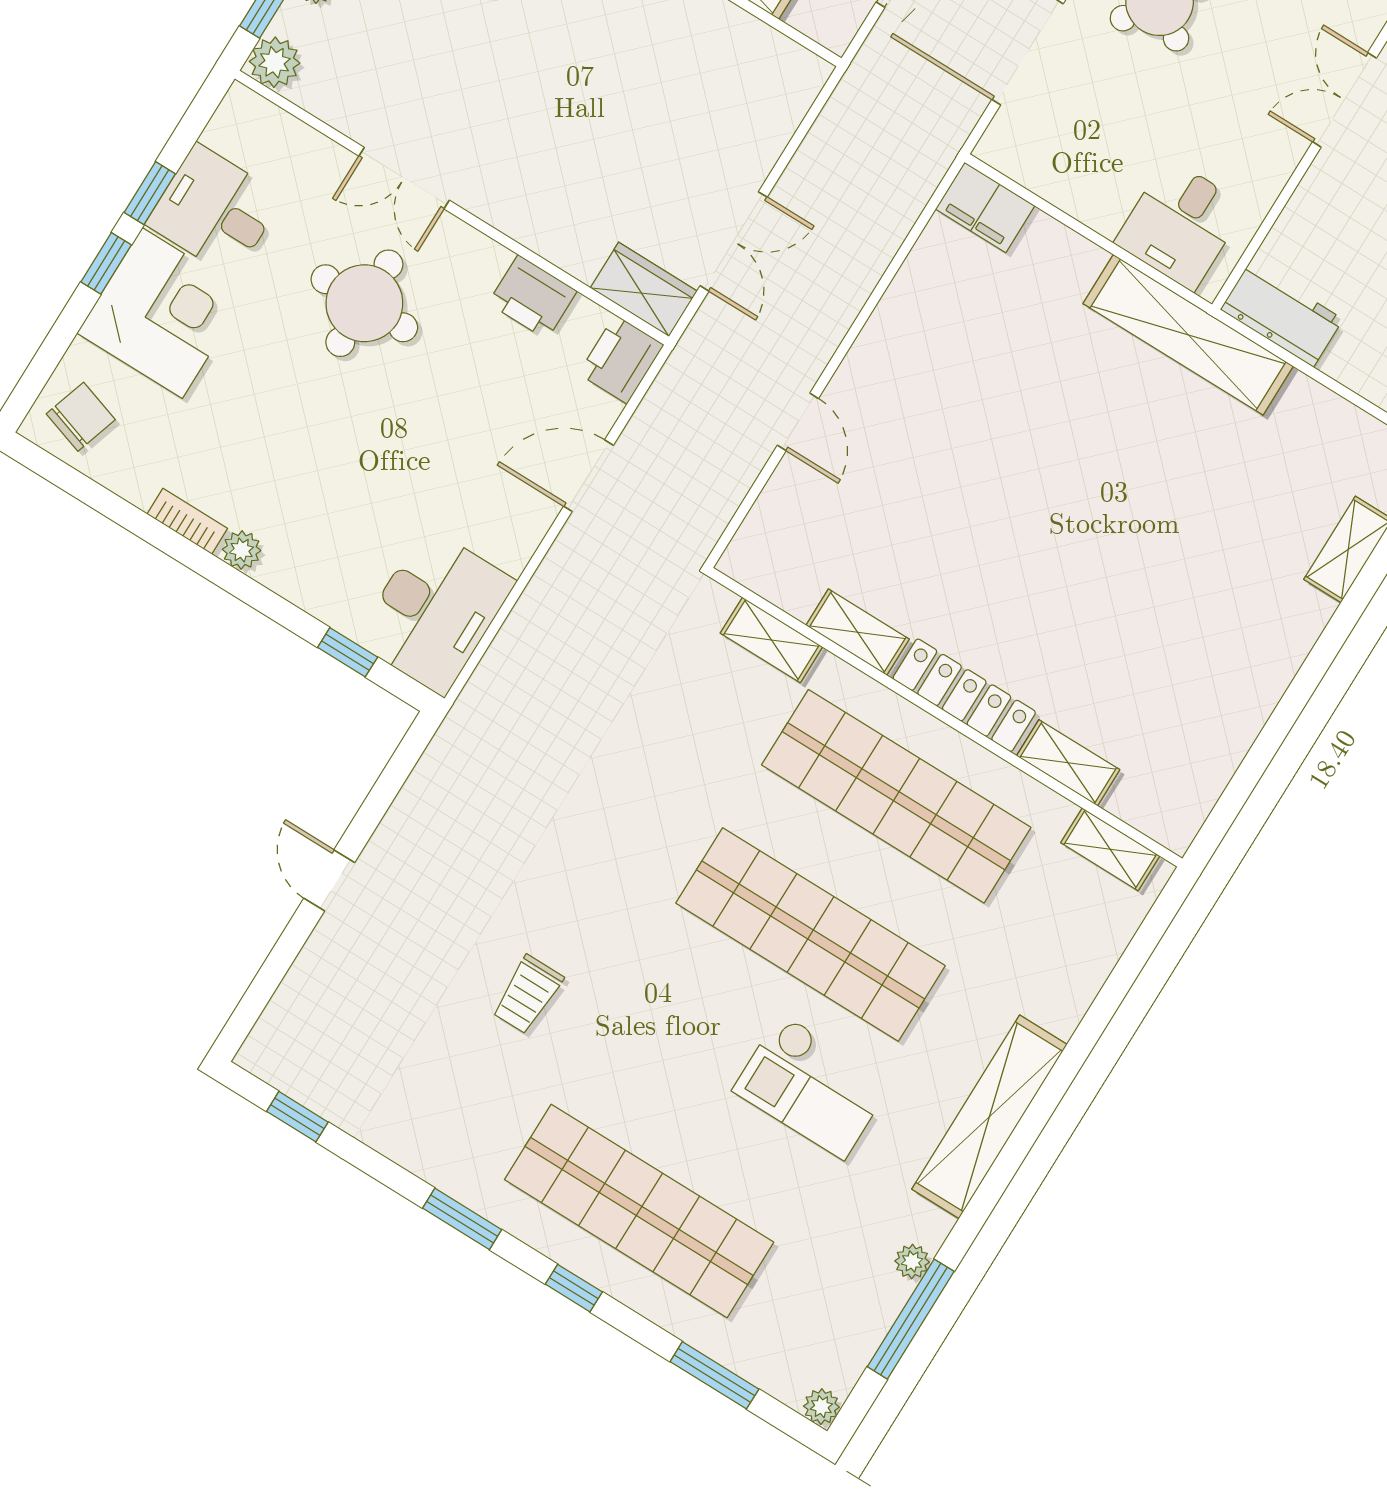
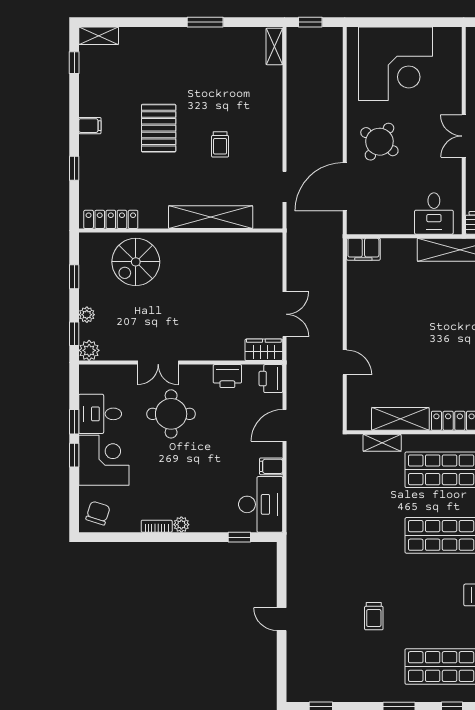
filing cabinet: (507, 545) -> (271, 466), added
shelving: (858, 632) -> (400, 419), width x1.50, depth x1.33

